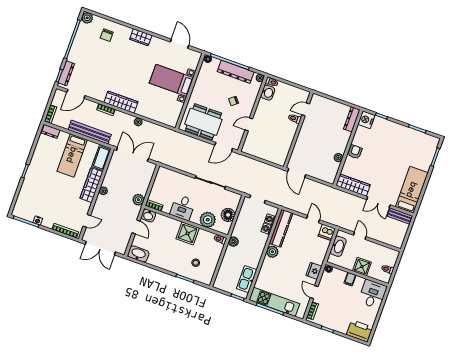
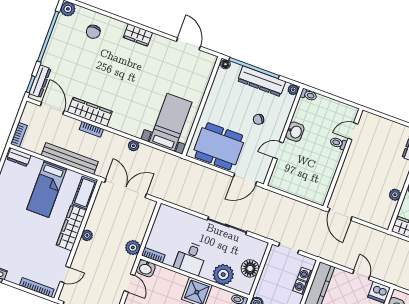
bed with nightstands: (171, 80) -> (171, 122), moved, turned 90
washbasin: (268, 93) -> (295, 132), moved
door: (76, 94) -> (52, 108), swing flipped
wardrobe: (121, 102) -> (90, 112), moved

